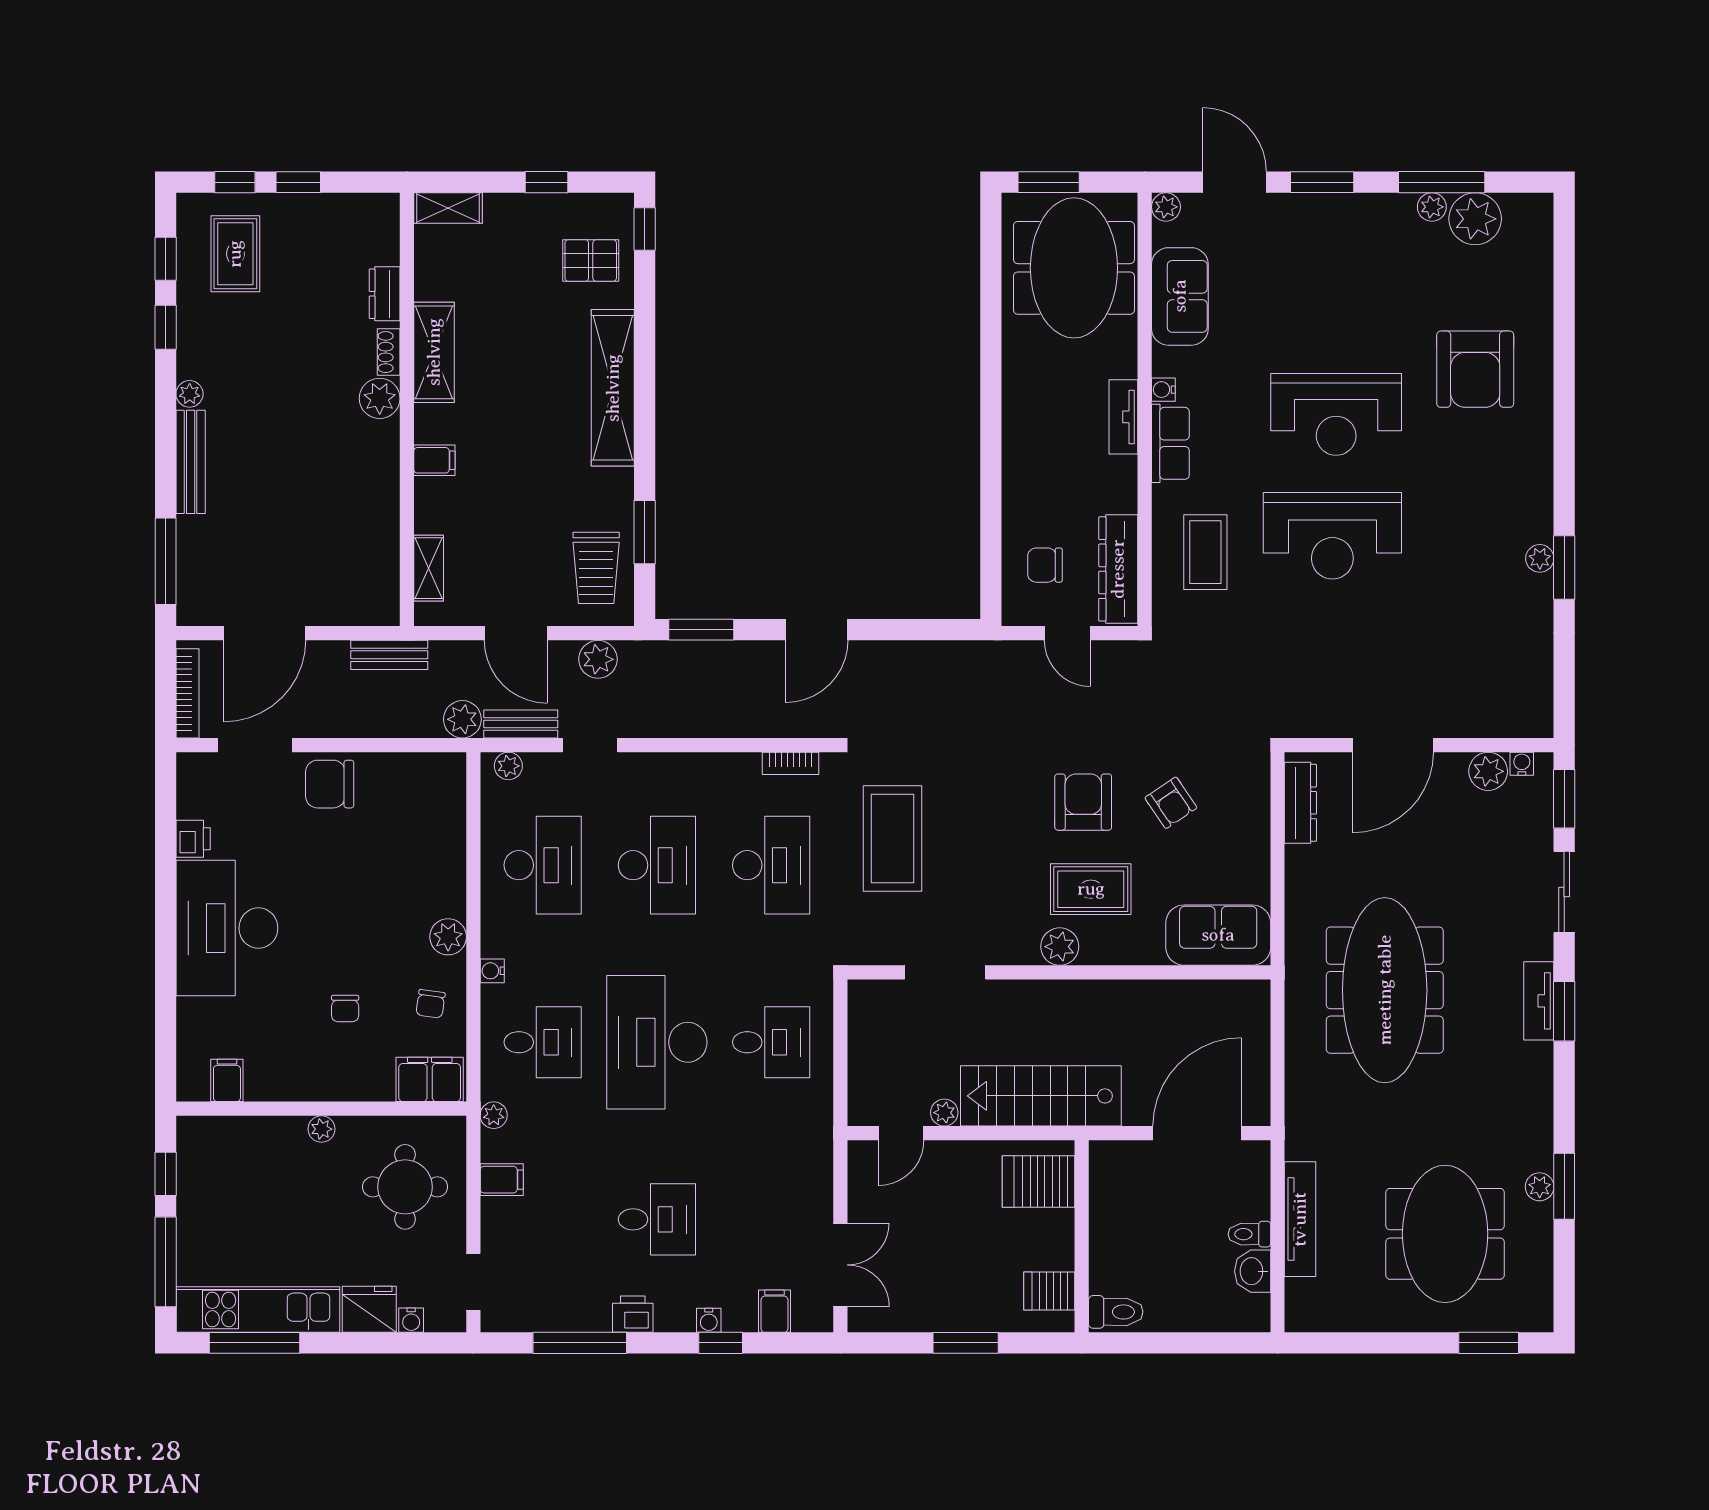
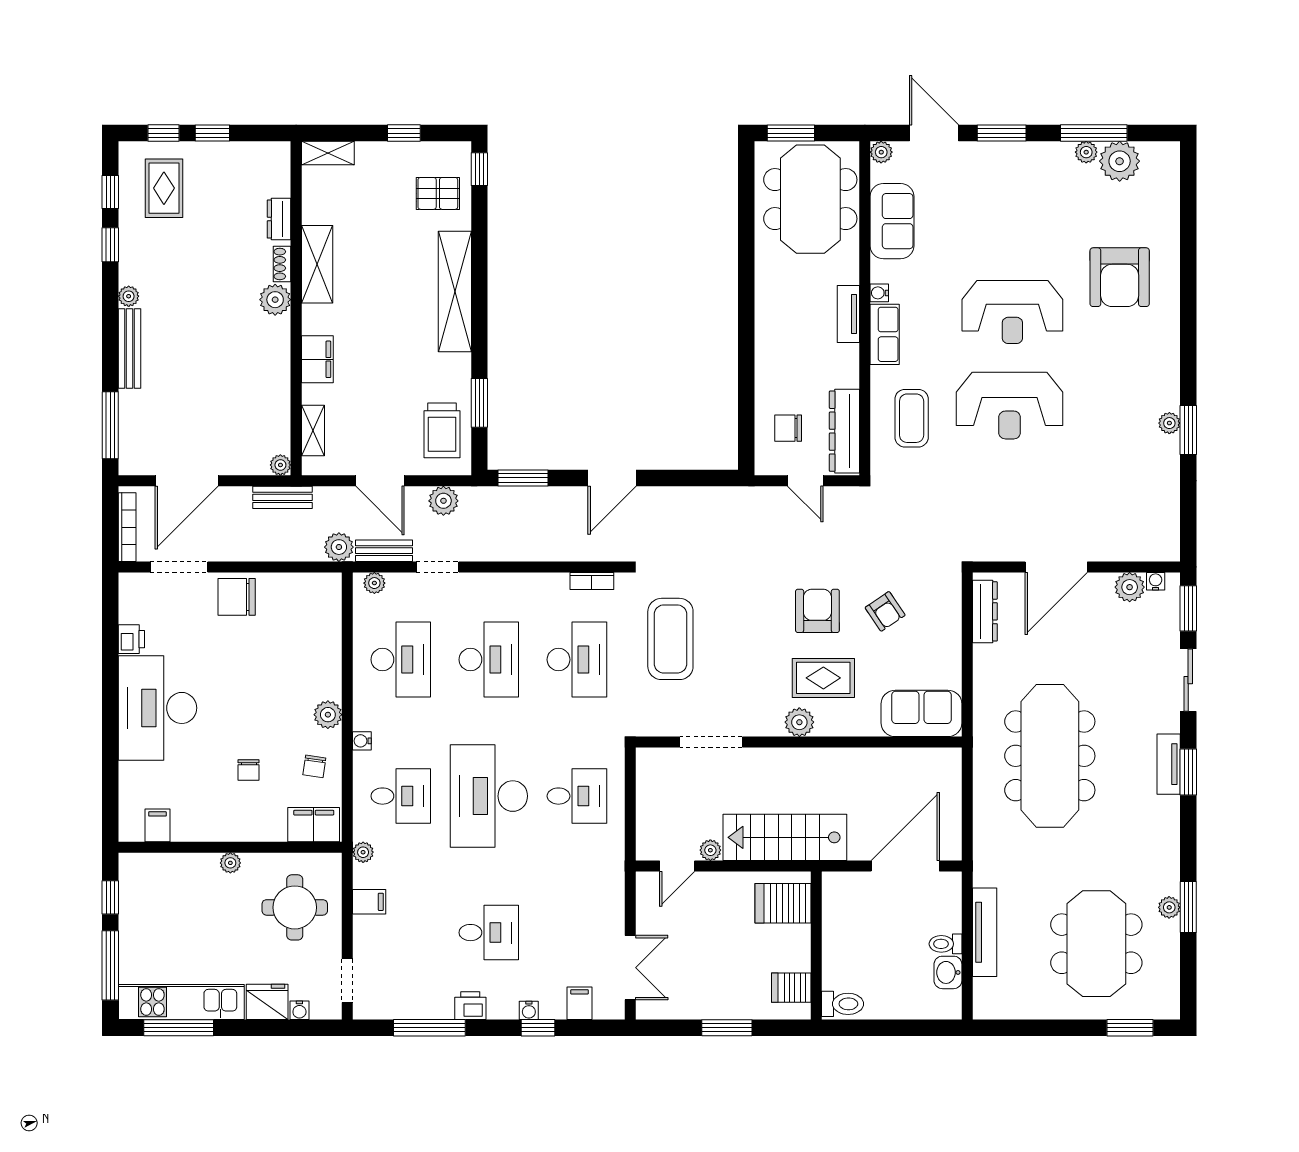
filing cabinet: (434, 460) -> (317, 359), width x2.00
plant: (386, 613) -> (280, 465), added

